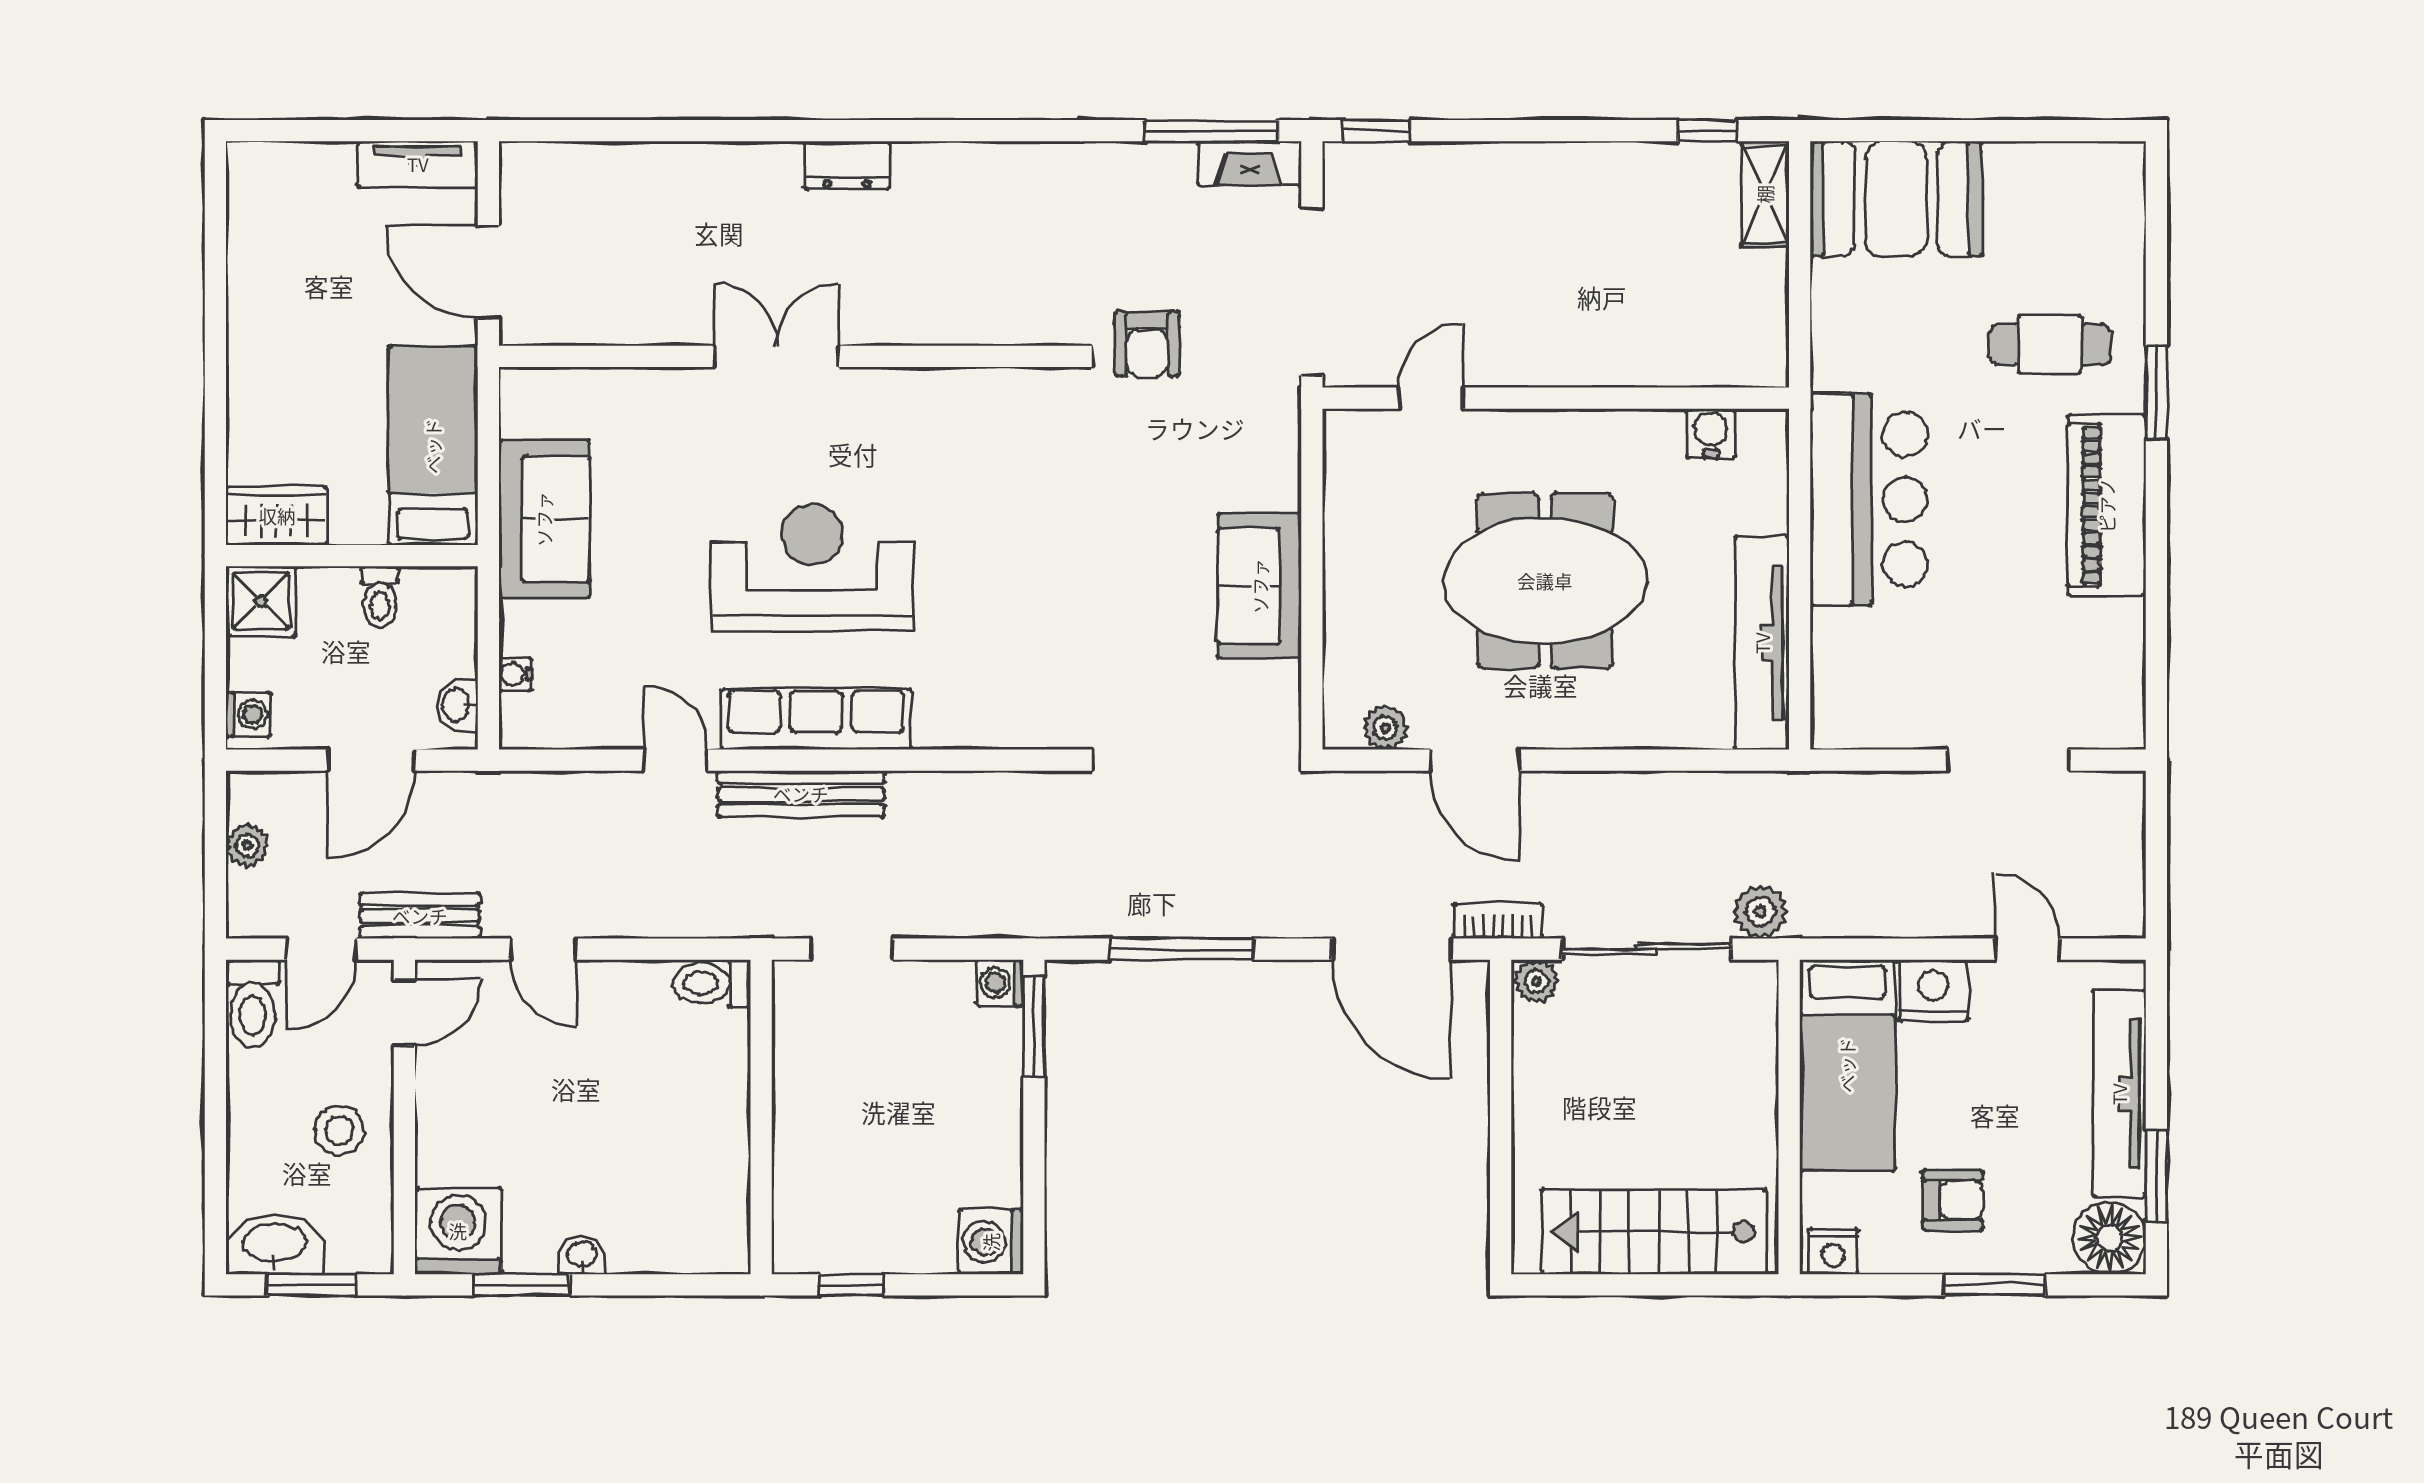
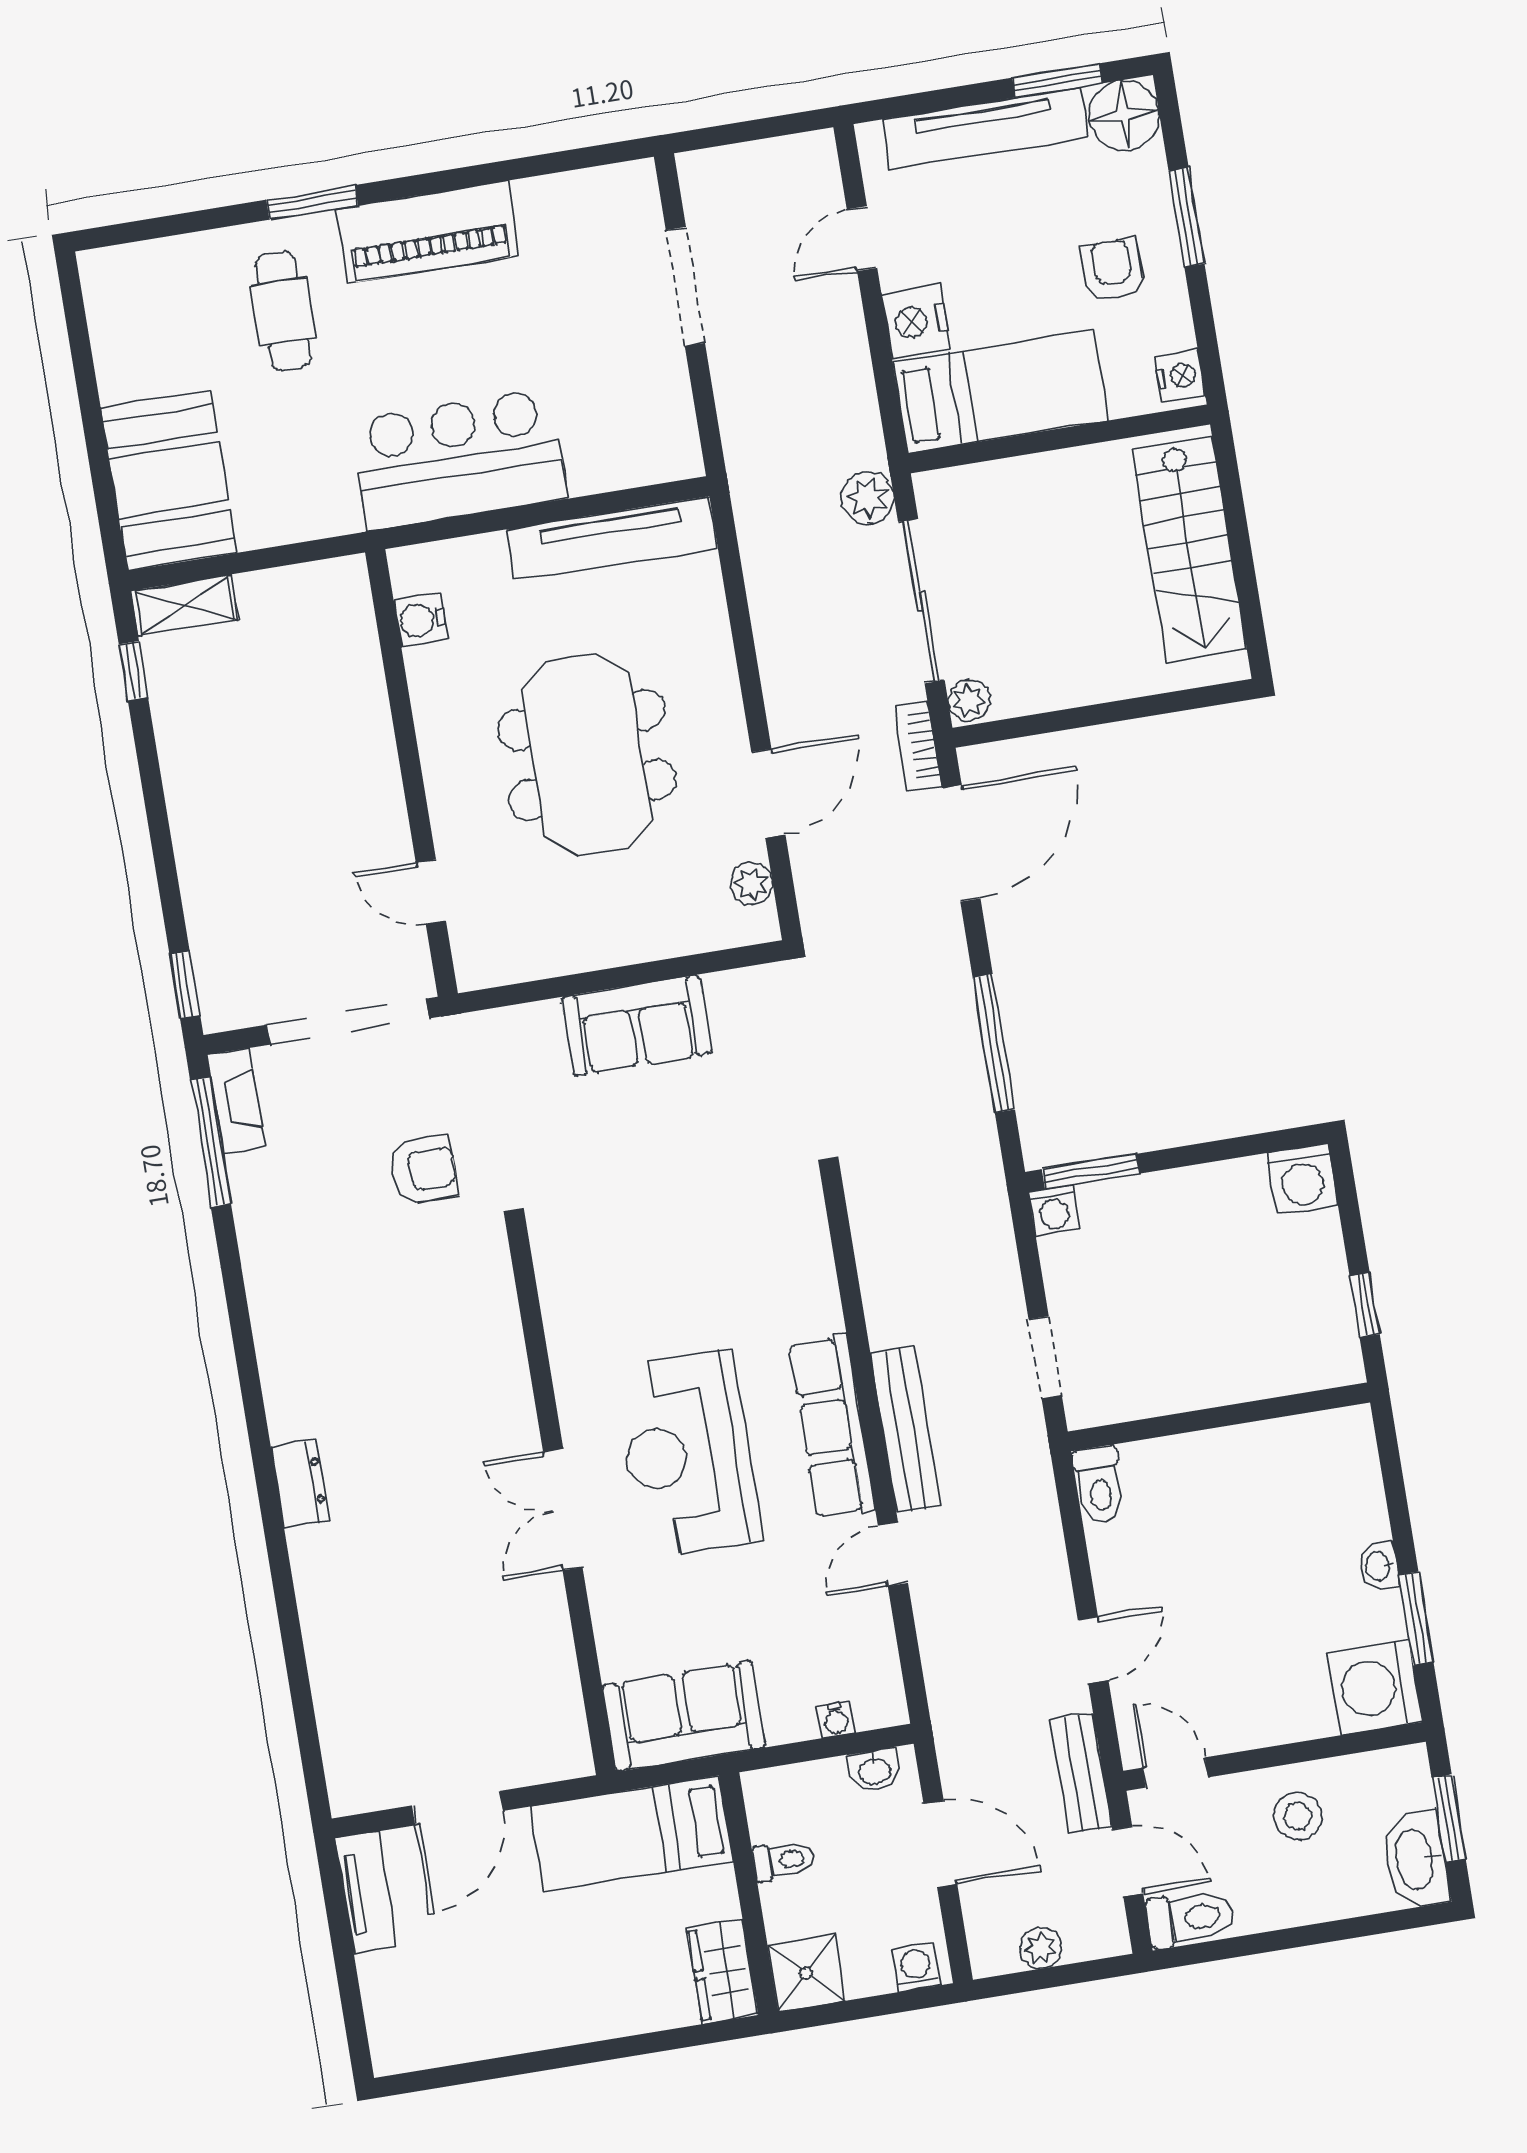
double door: (777, 356) -> (563, 1509), moved
wall: (785, 356) -> (562, 1502), moved

